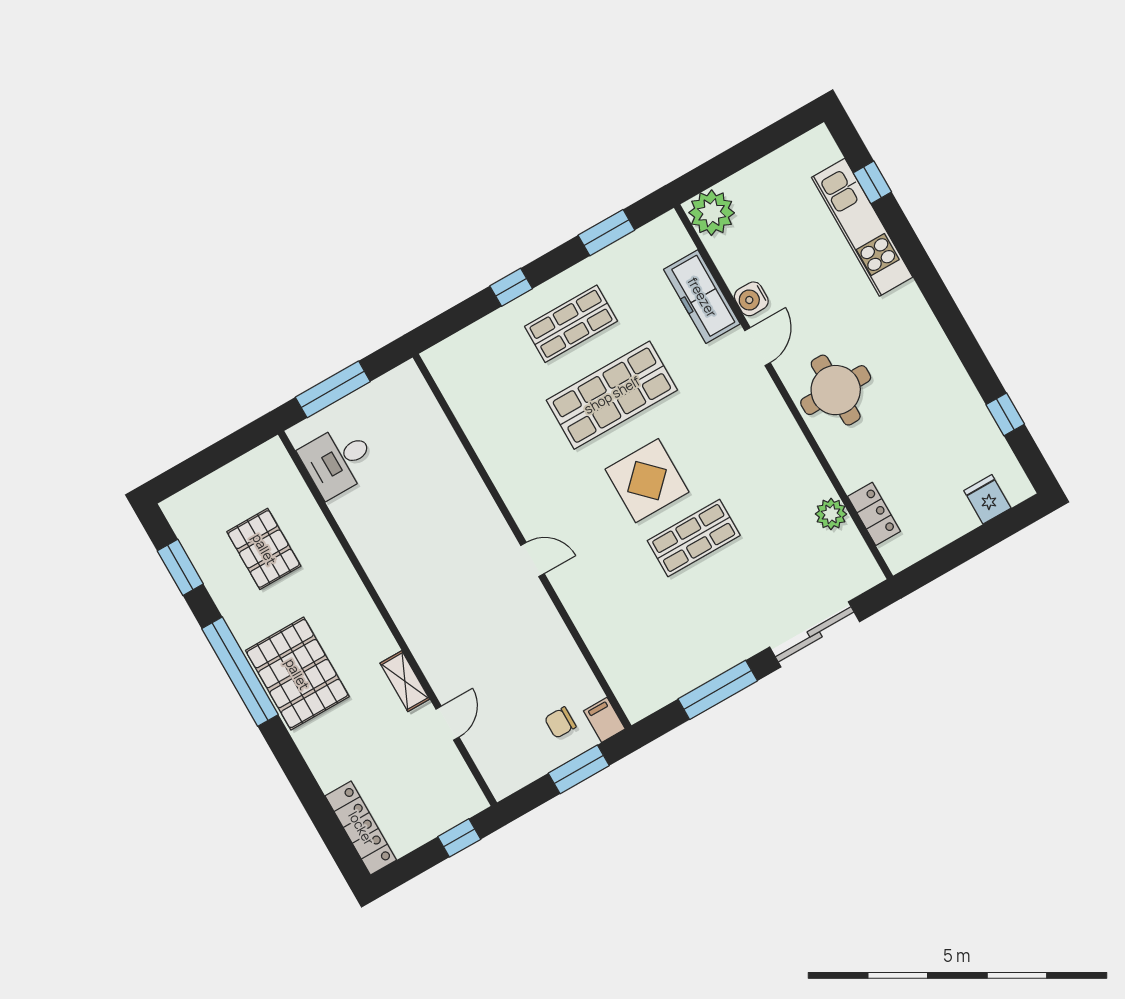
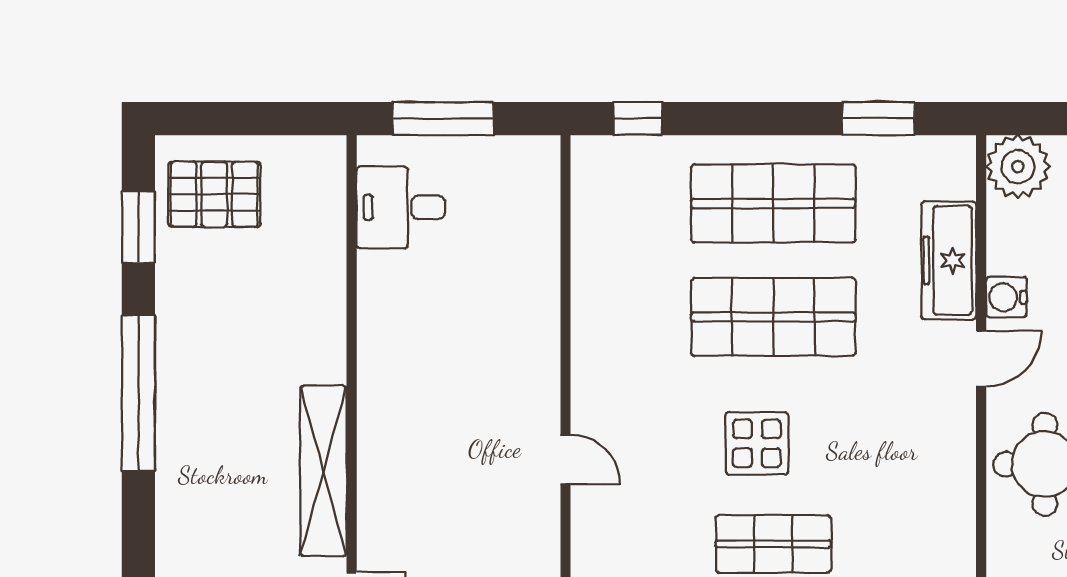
window: (511, 287) -> (638, 119), moved
shop shelf: (571, 324) -> (773, 203), width x1.43, depth x1.36
display table: (647, 481) -> (757, 443), width x0.73, depth x0.73
pallet: (264, 549) -> (214, 194), moved, turned 90
pallet: (297, 674) -> (206, 435), removed
shelving: (405, 681) -> (323, 471), width x2.20, depth x1.33

